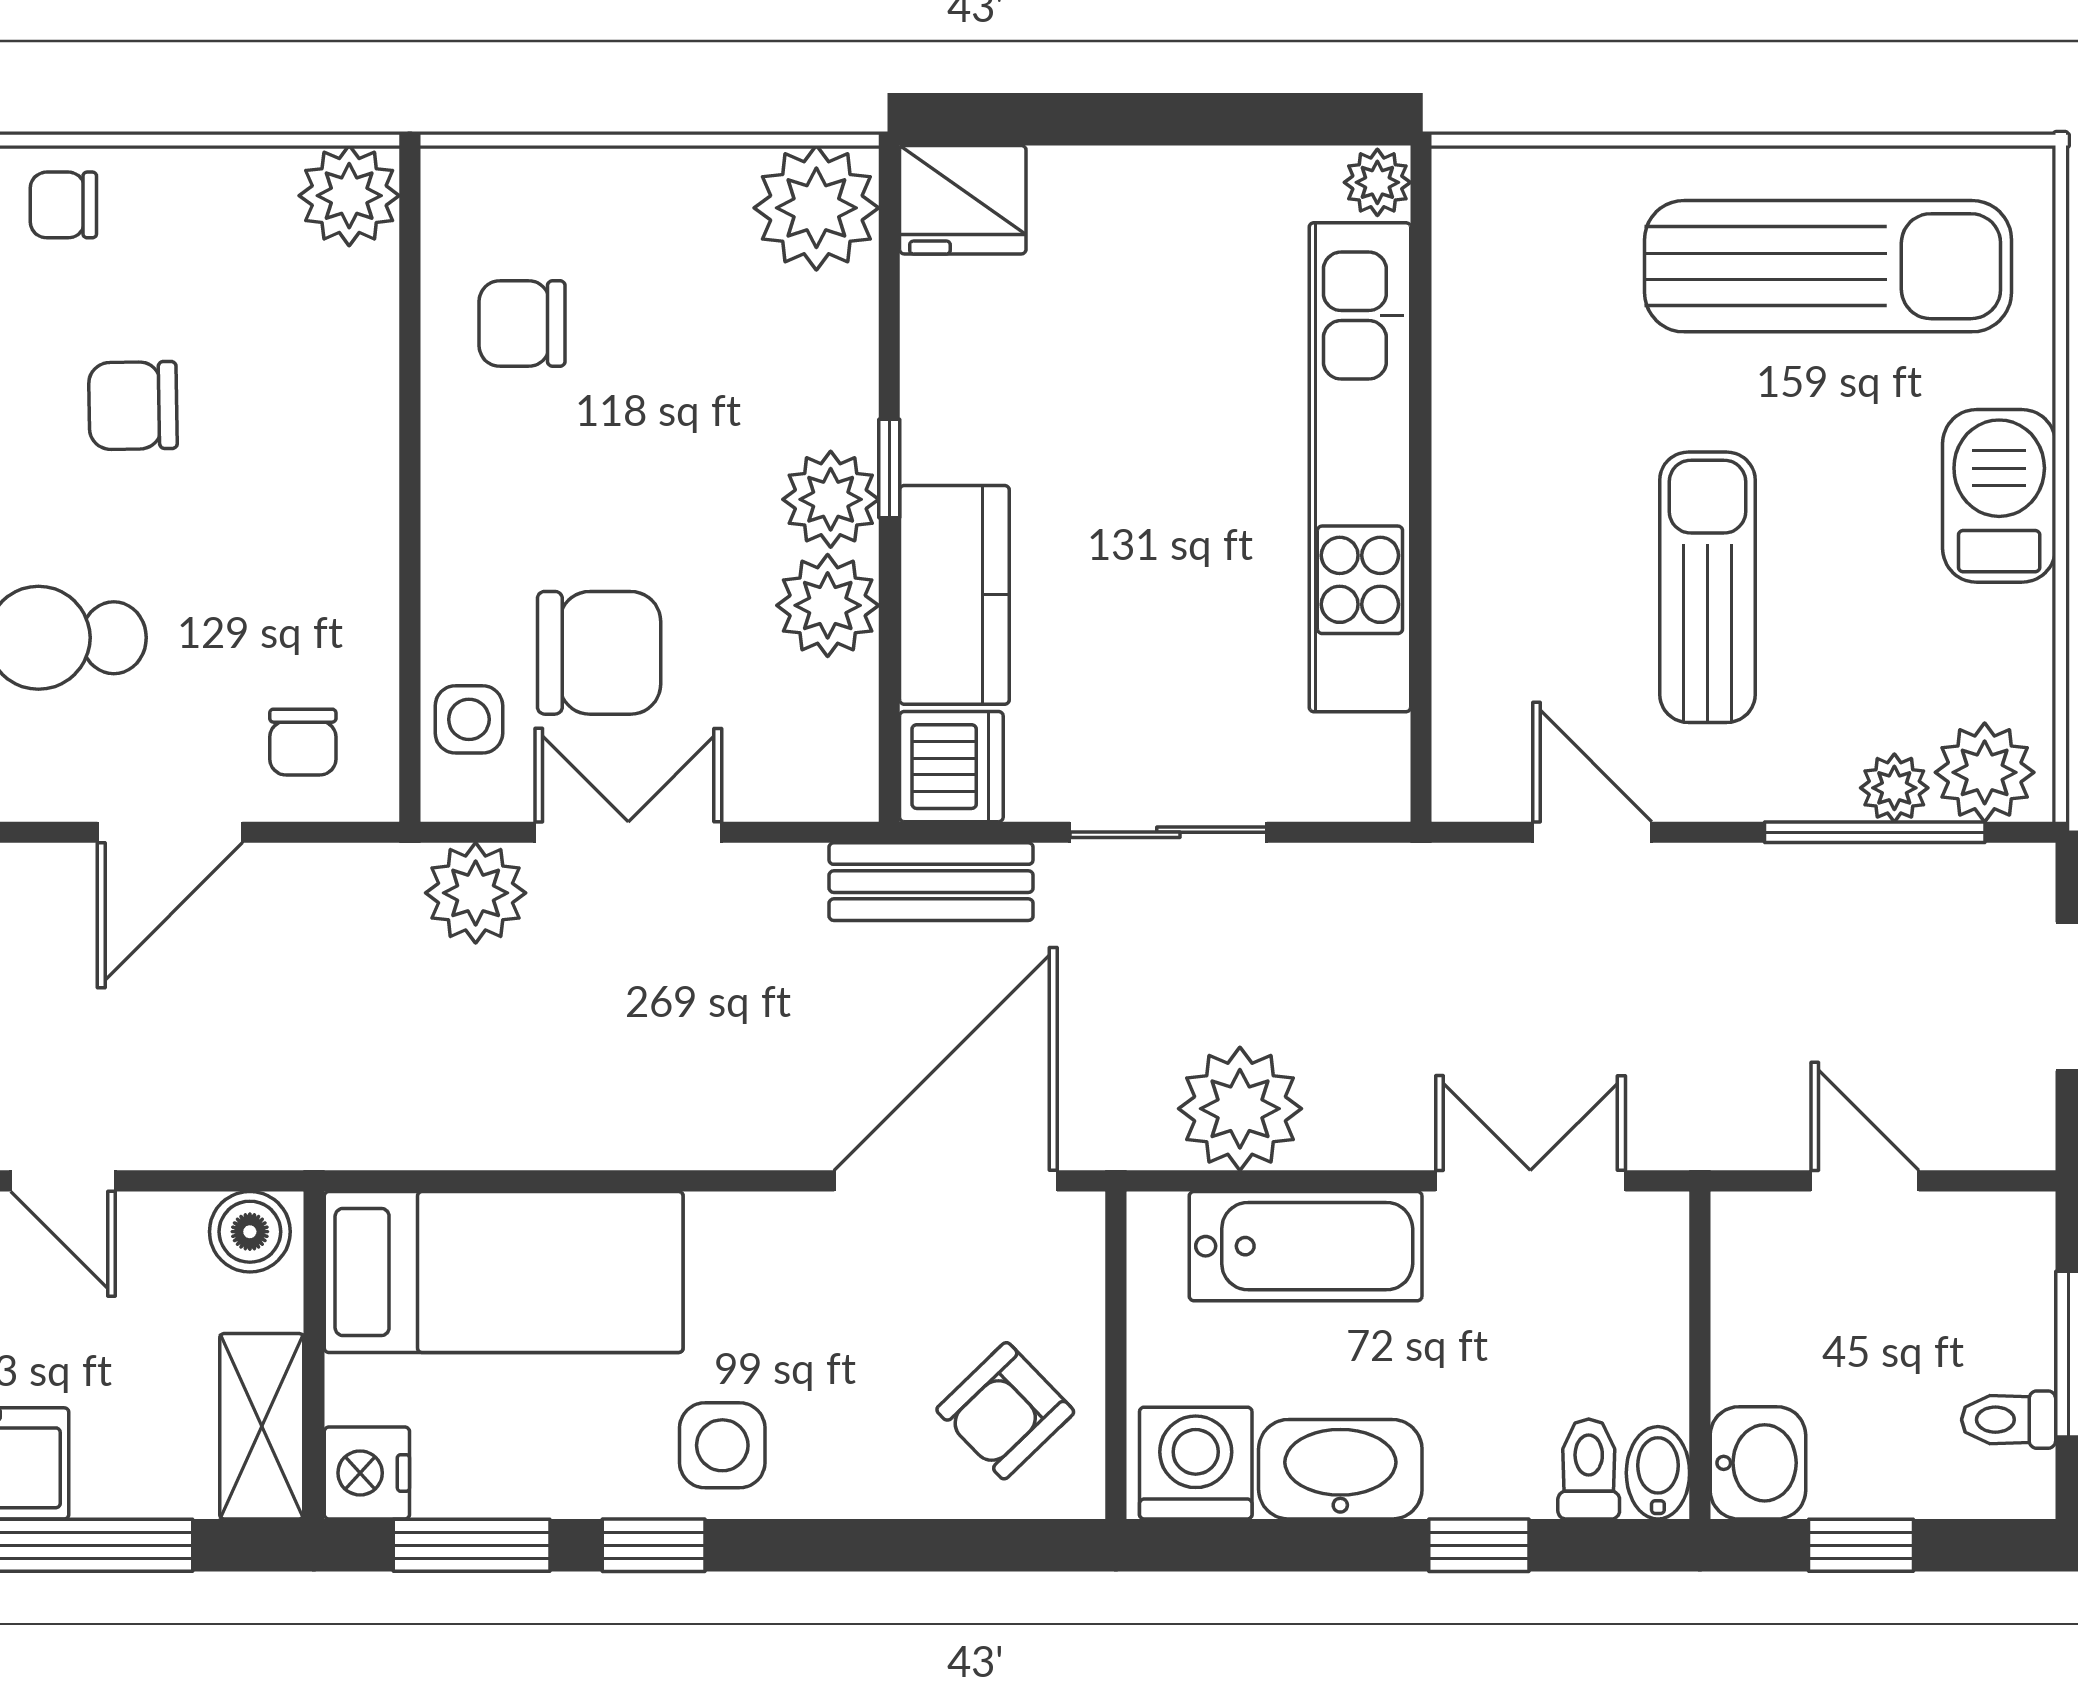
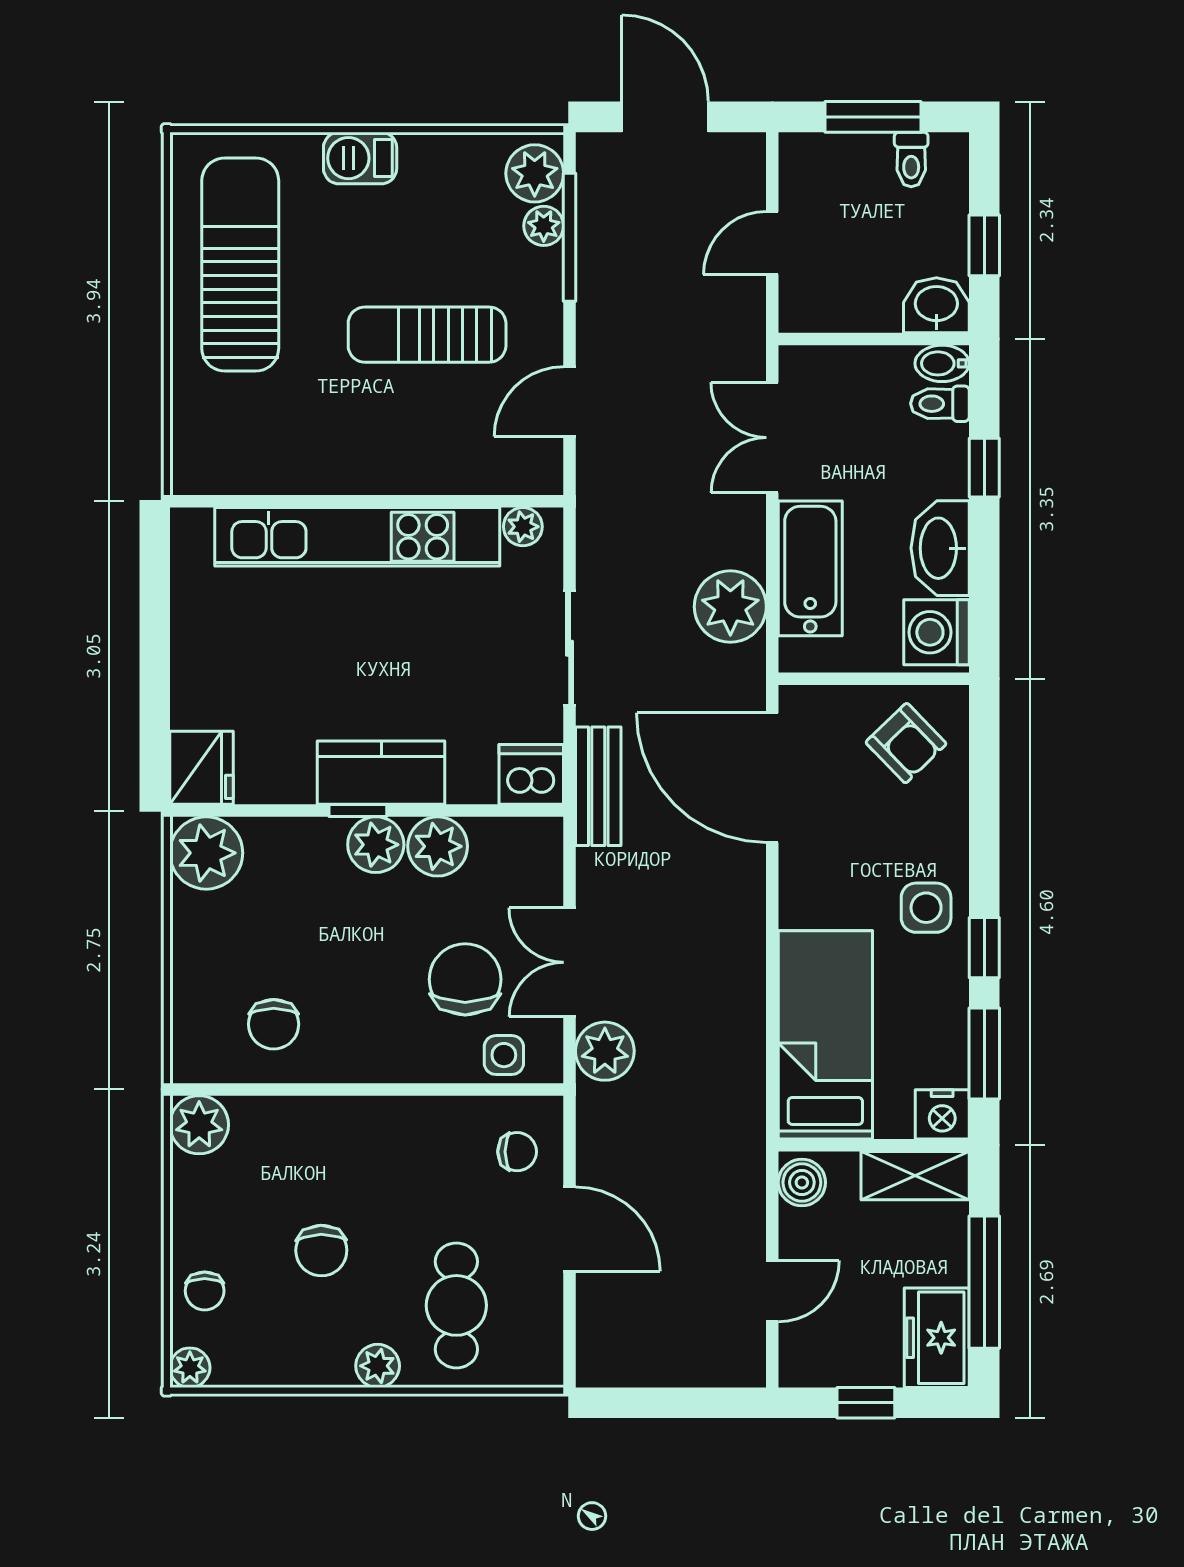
plant: (1377, 182) -> (523, 527), moved
barbecue: (1999, 496) -> (360, 158), width x0.73, depth x0.79
kitchen counter: (954, 595) -> (381, 773), moved

